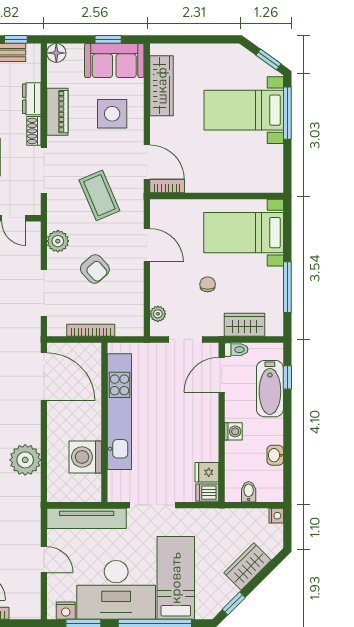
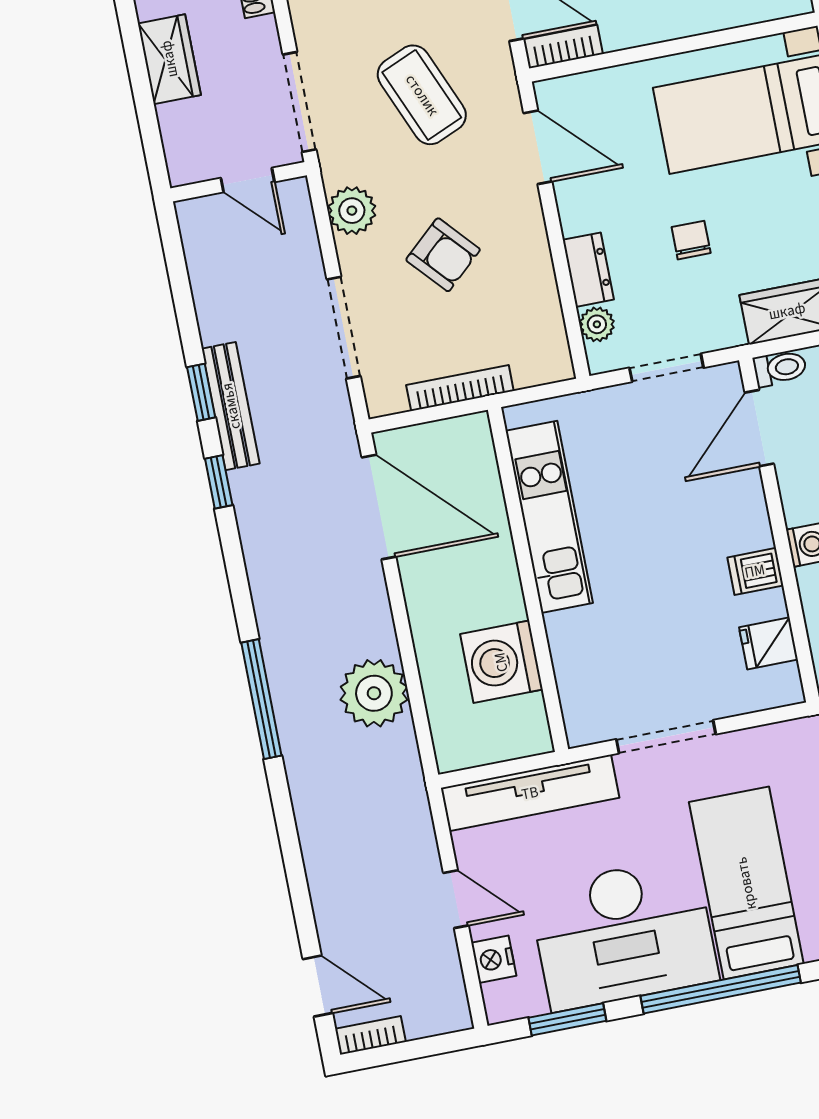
doorway: (44, 170) -> (299, 102), moved
door: (147, 245) -> (538, 147), moved
dresser: (159, 289) -> (588, 270), added
kitchen unit: (119, 412) -> (549, 517), width x0.73
dishwasher: (207, 493) -> (755, 571), moved
nightstand: (66, 611) -> (494, 959), moved, turned 90

